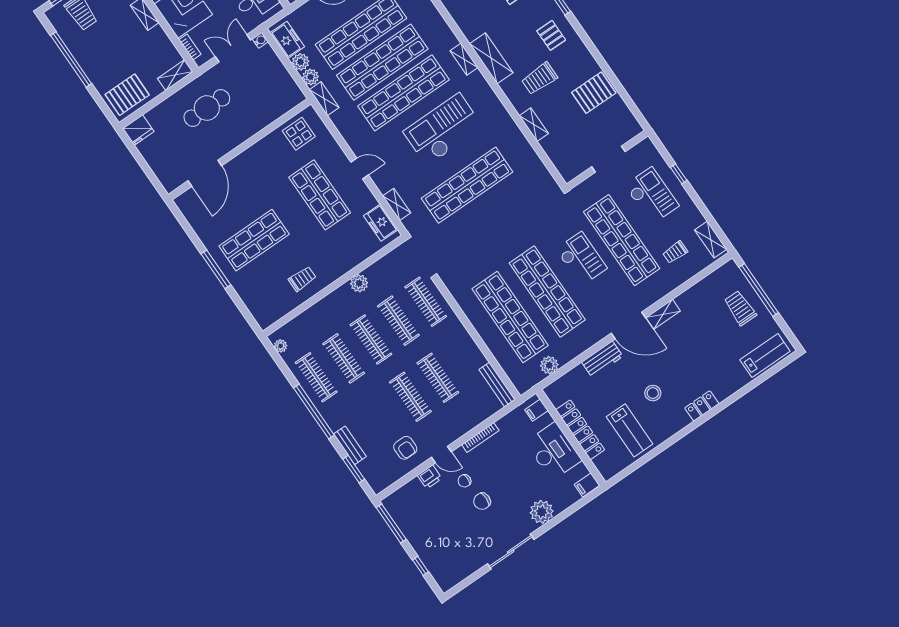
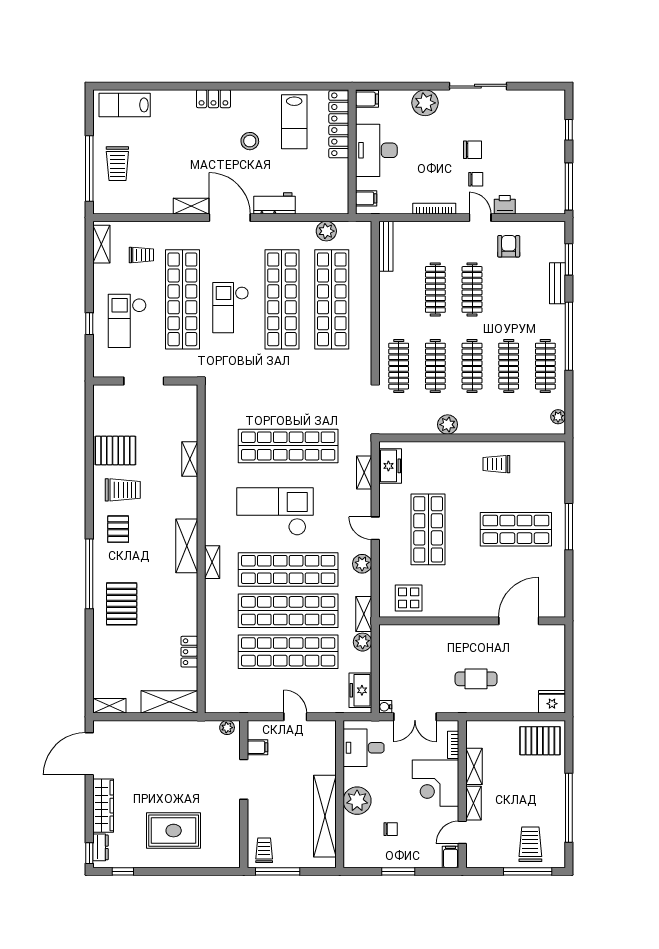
plant: (300, 62) -> (362, 564), moved
shelving: (175, 75) -> (474, 766), moved, turned 90
trolley: (539, 78) -> (123, 490), moved
cafe table: (207, 108) -> (476, 679), width x0.73, depth x0.74
checkout: (443, 129) -> (275, 512), turned 180
locker: (580, 430) -> (339, 124), moved
lab bench: (630, 430) -> (294, 122), turned 180

